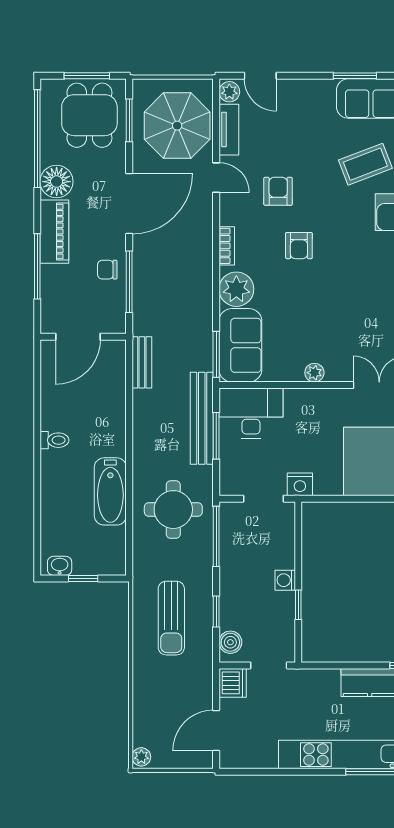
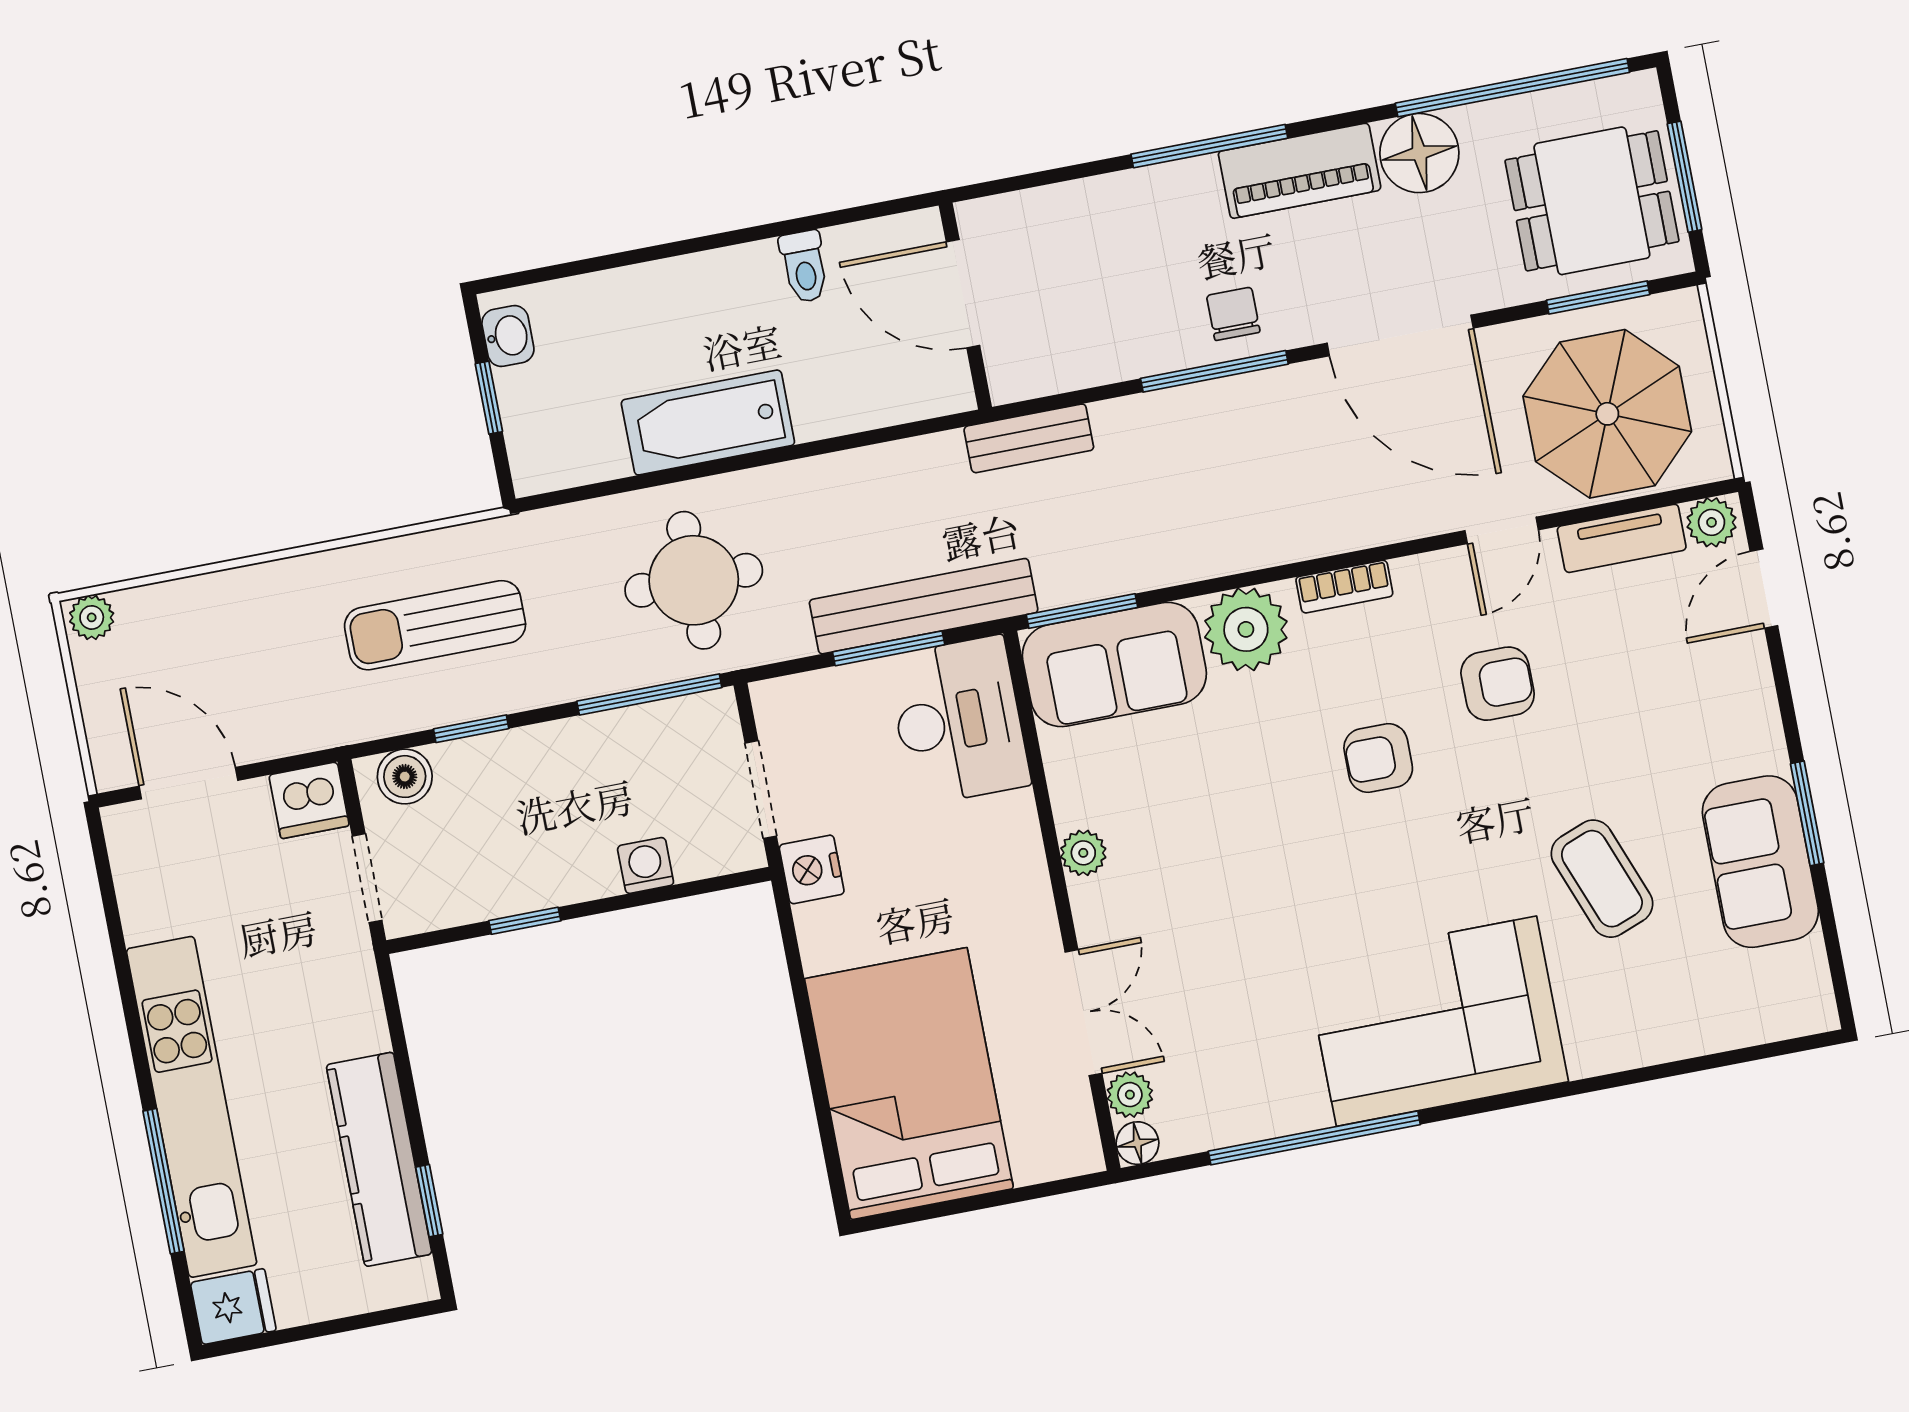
door: (78, 337) -> (963, 294), moved
wall: (83, 337) -> (965, 306), moved
washing machine: (285, 580) -> (646, 865), moved

